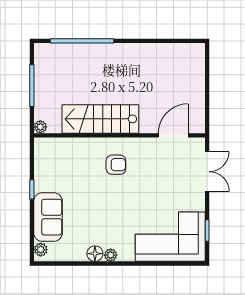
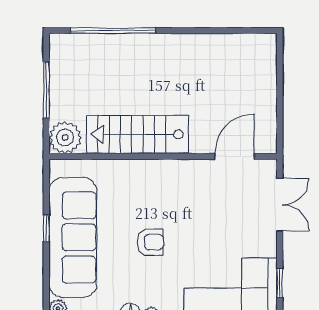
plant: (40, 127) -> (65, 137), width x1.88, depth x1.88
armchair: (116, 165) -> (150, 242), moved
sofa: (48, 217) -> (73, 237), width x1.85, depth x1.27

